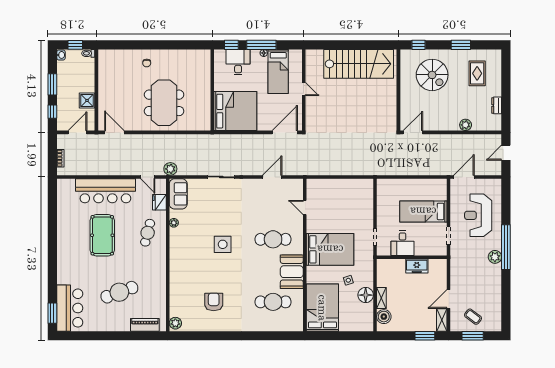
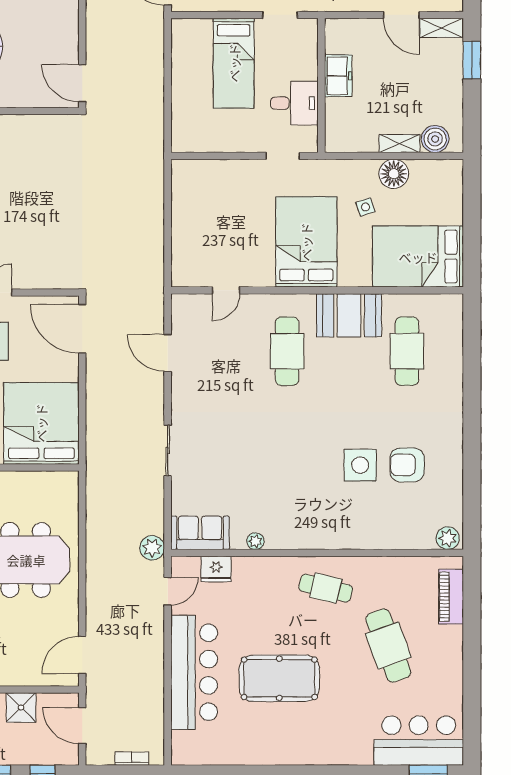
cafe table: (148, 233) -> (326, 588), moved
side table: (223, 244) -> (360, 465), moved

